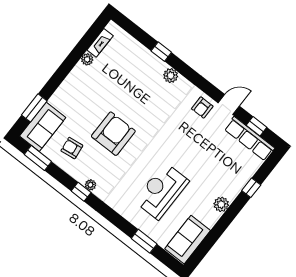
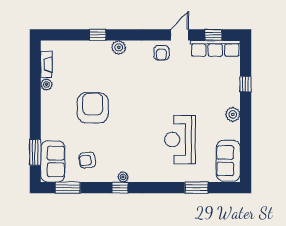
armchair: (113, 134) -> (93, 108), moved

